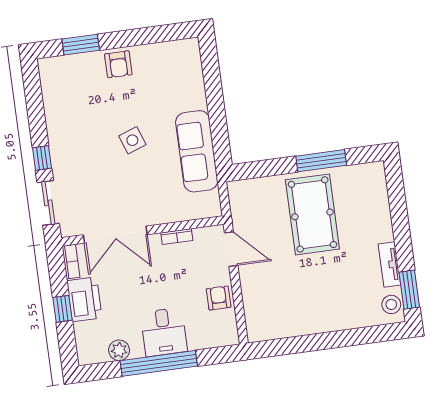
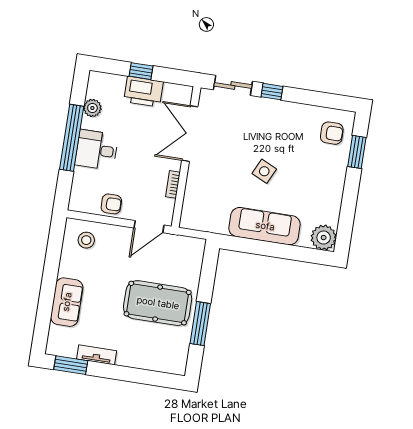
plant: (186, 53) -> (324, 238), added
armchair: (118, 64) -> (332, 133), moved, turned 180
side table: (132, 140) -> (264, 171), turned 45
sofa: (197, 151) -> (265, 226), moved
bookcase: (71, 262) -> (178, 90), removed
stool: (391, 304) -> (86, 240), moved
sofa: (341, 315) -> (67, 302), added

